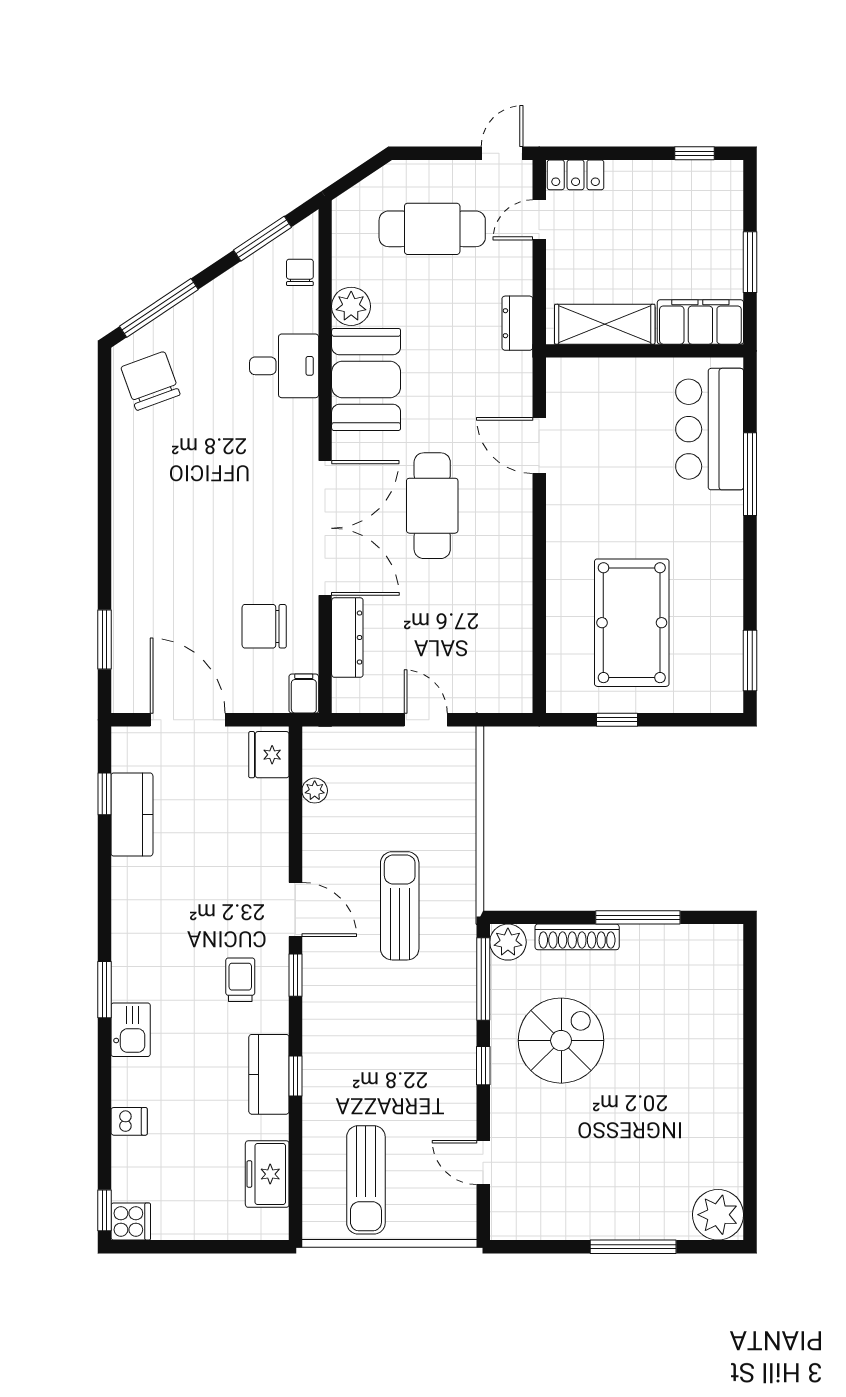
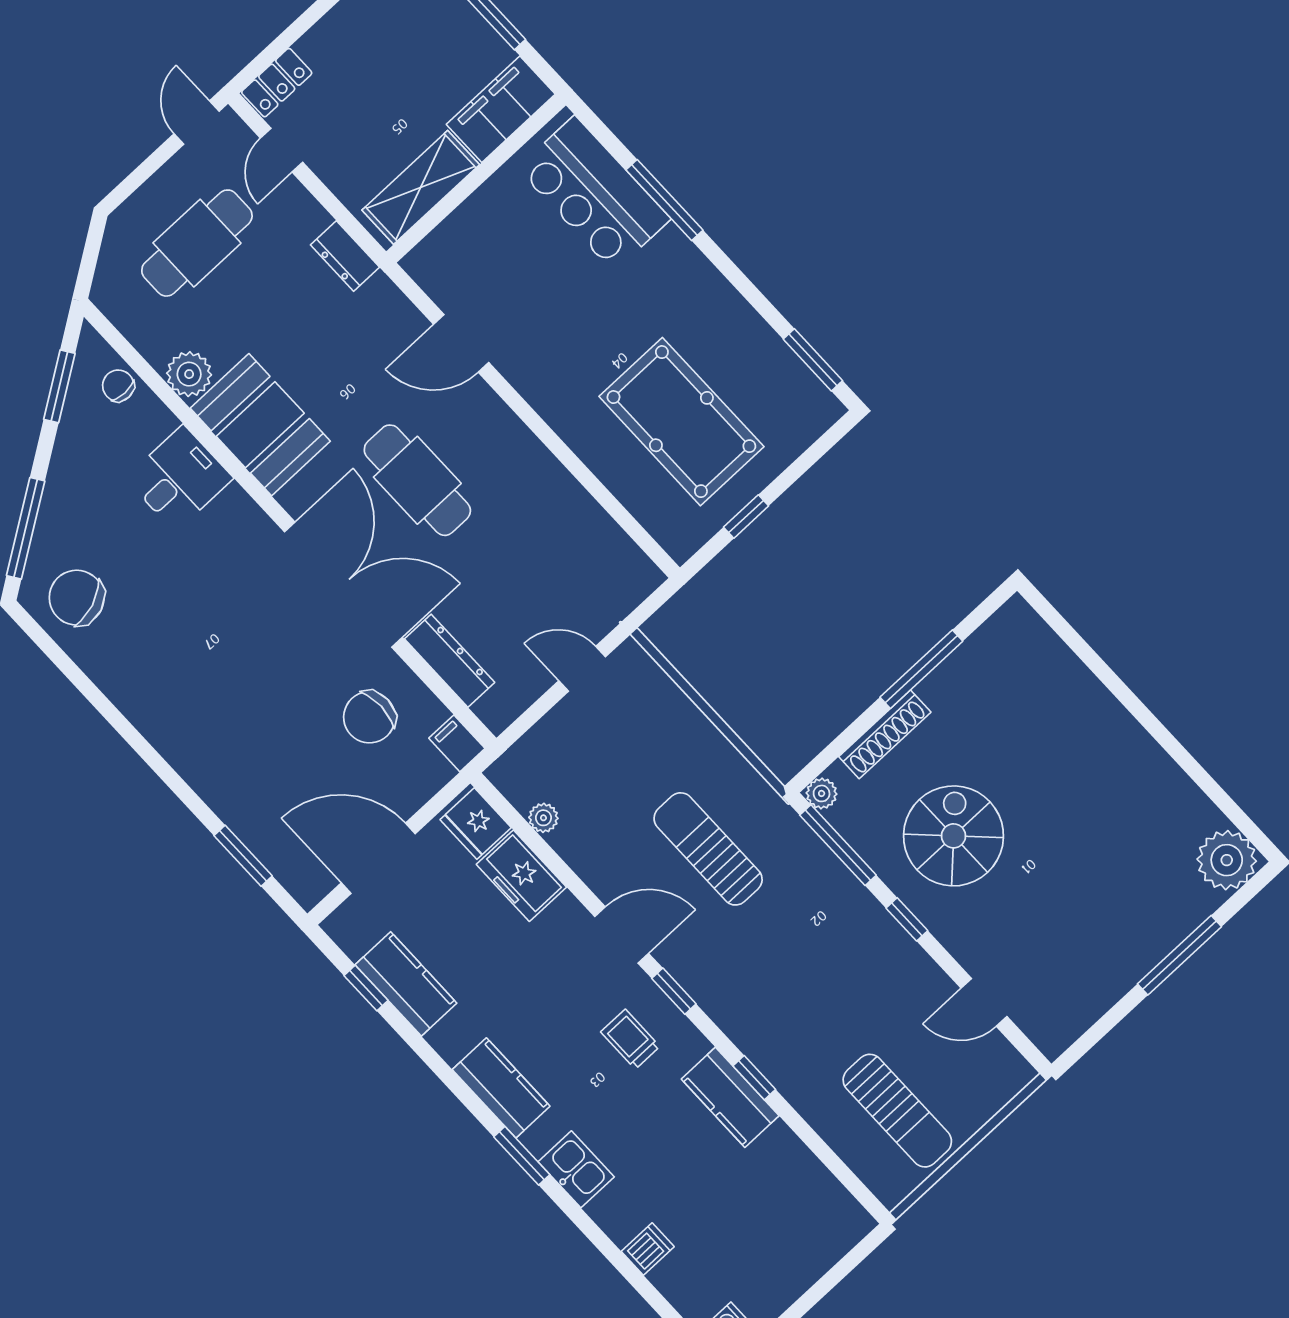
kitchen counter: (131, 935) -> (501, 1088), added
plant: (508, 942) -> (822, 793), width x0.73, depth x0.73
freezer: (267, 1174) -> (521, 876), moved

